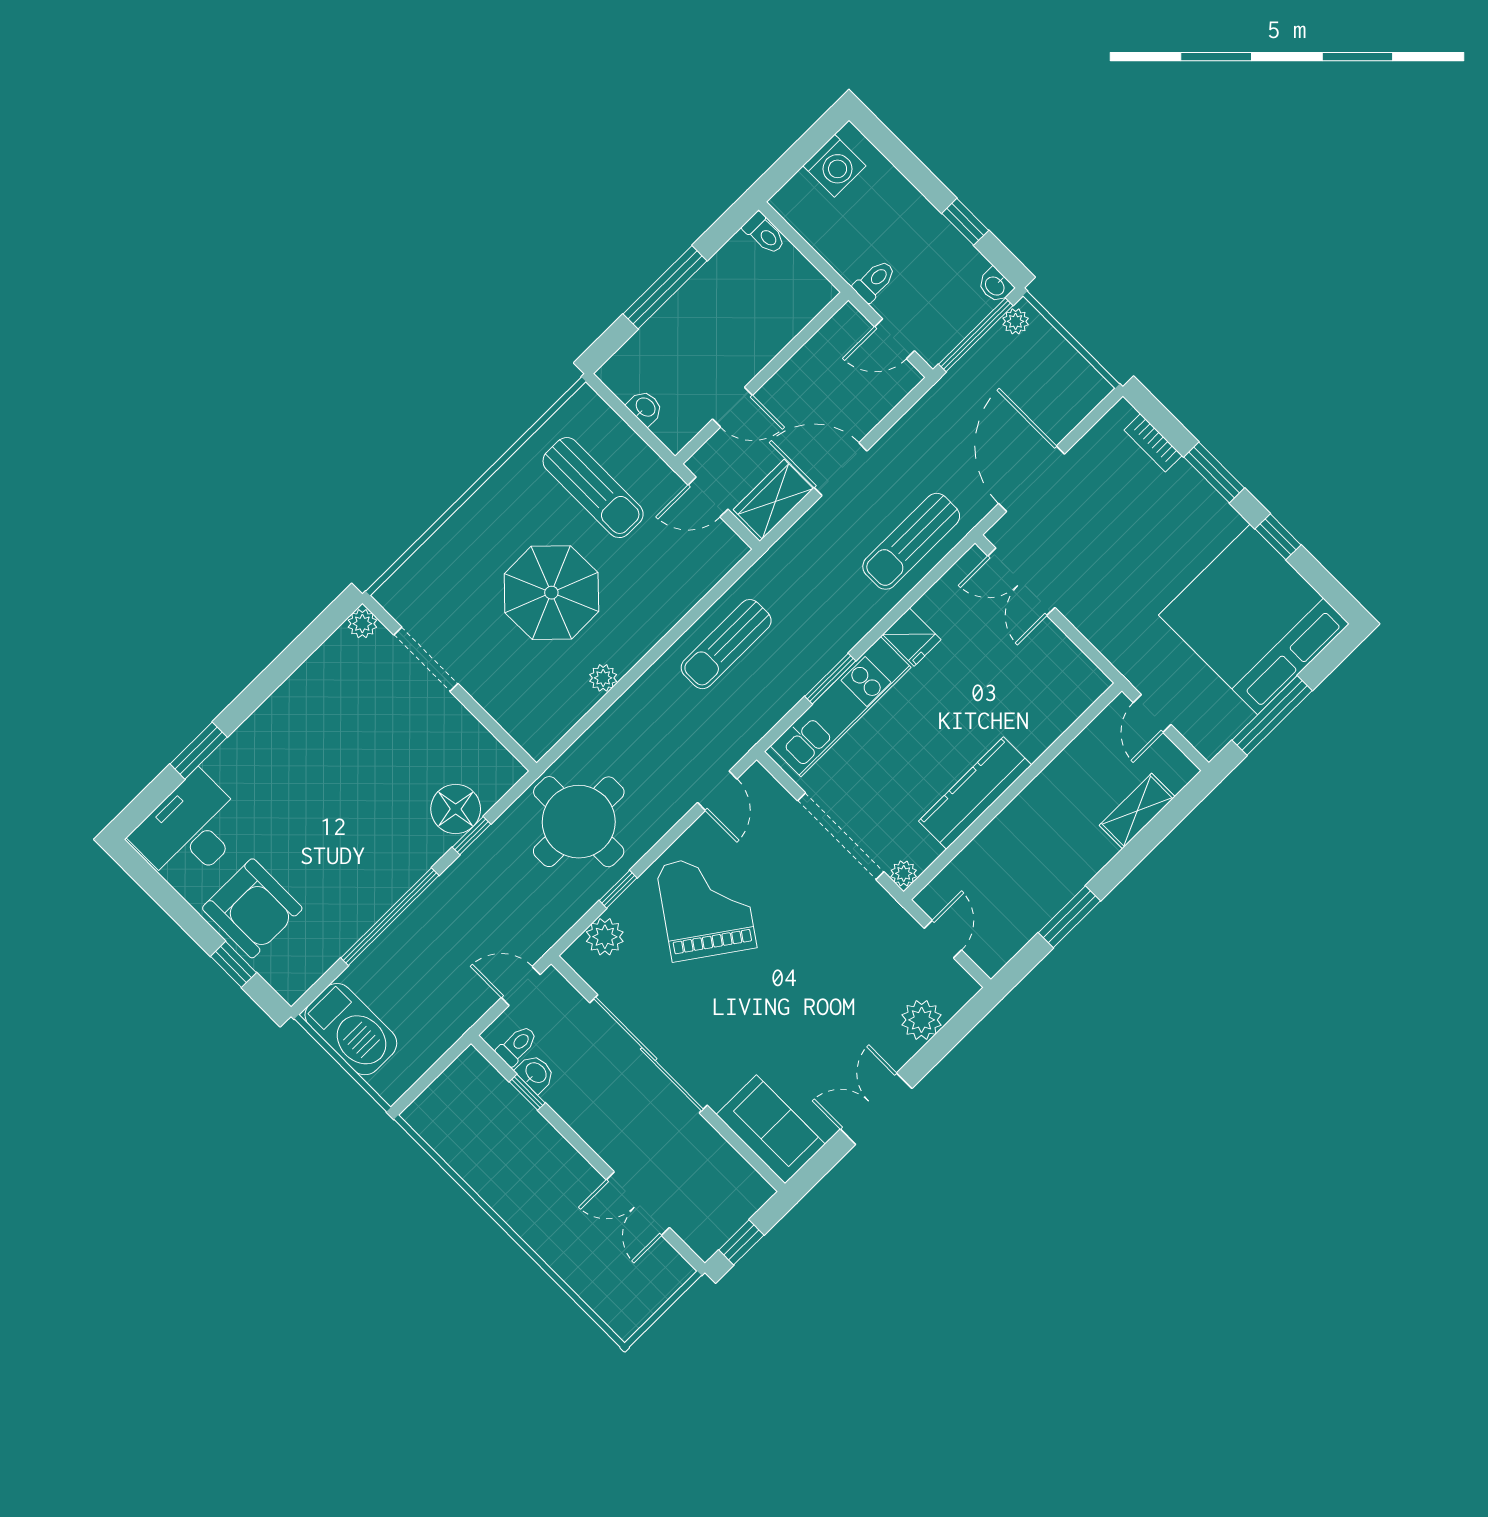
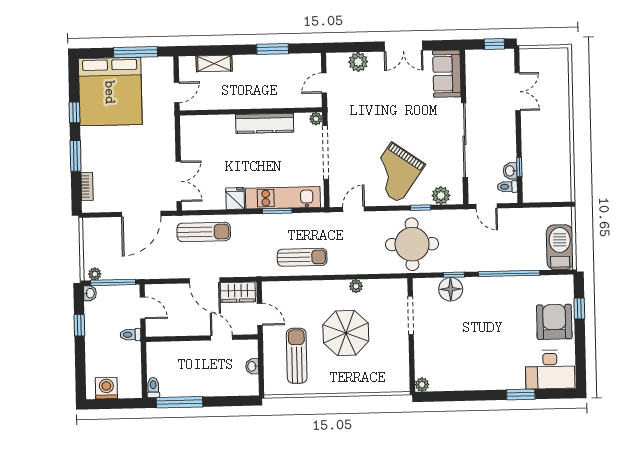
window: (665, 287) -> (180, 402), moved
doorway: (426, 659) -> (411, 315), moved

